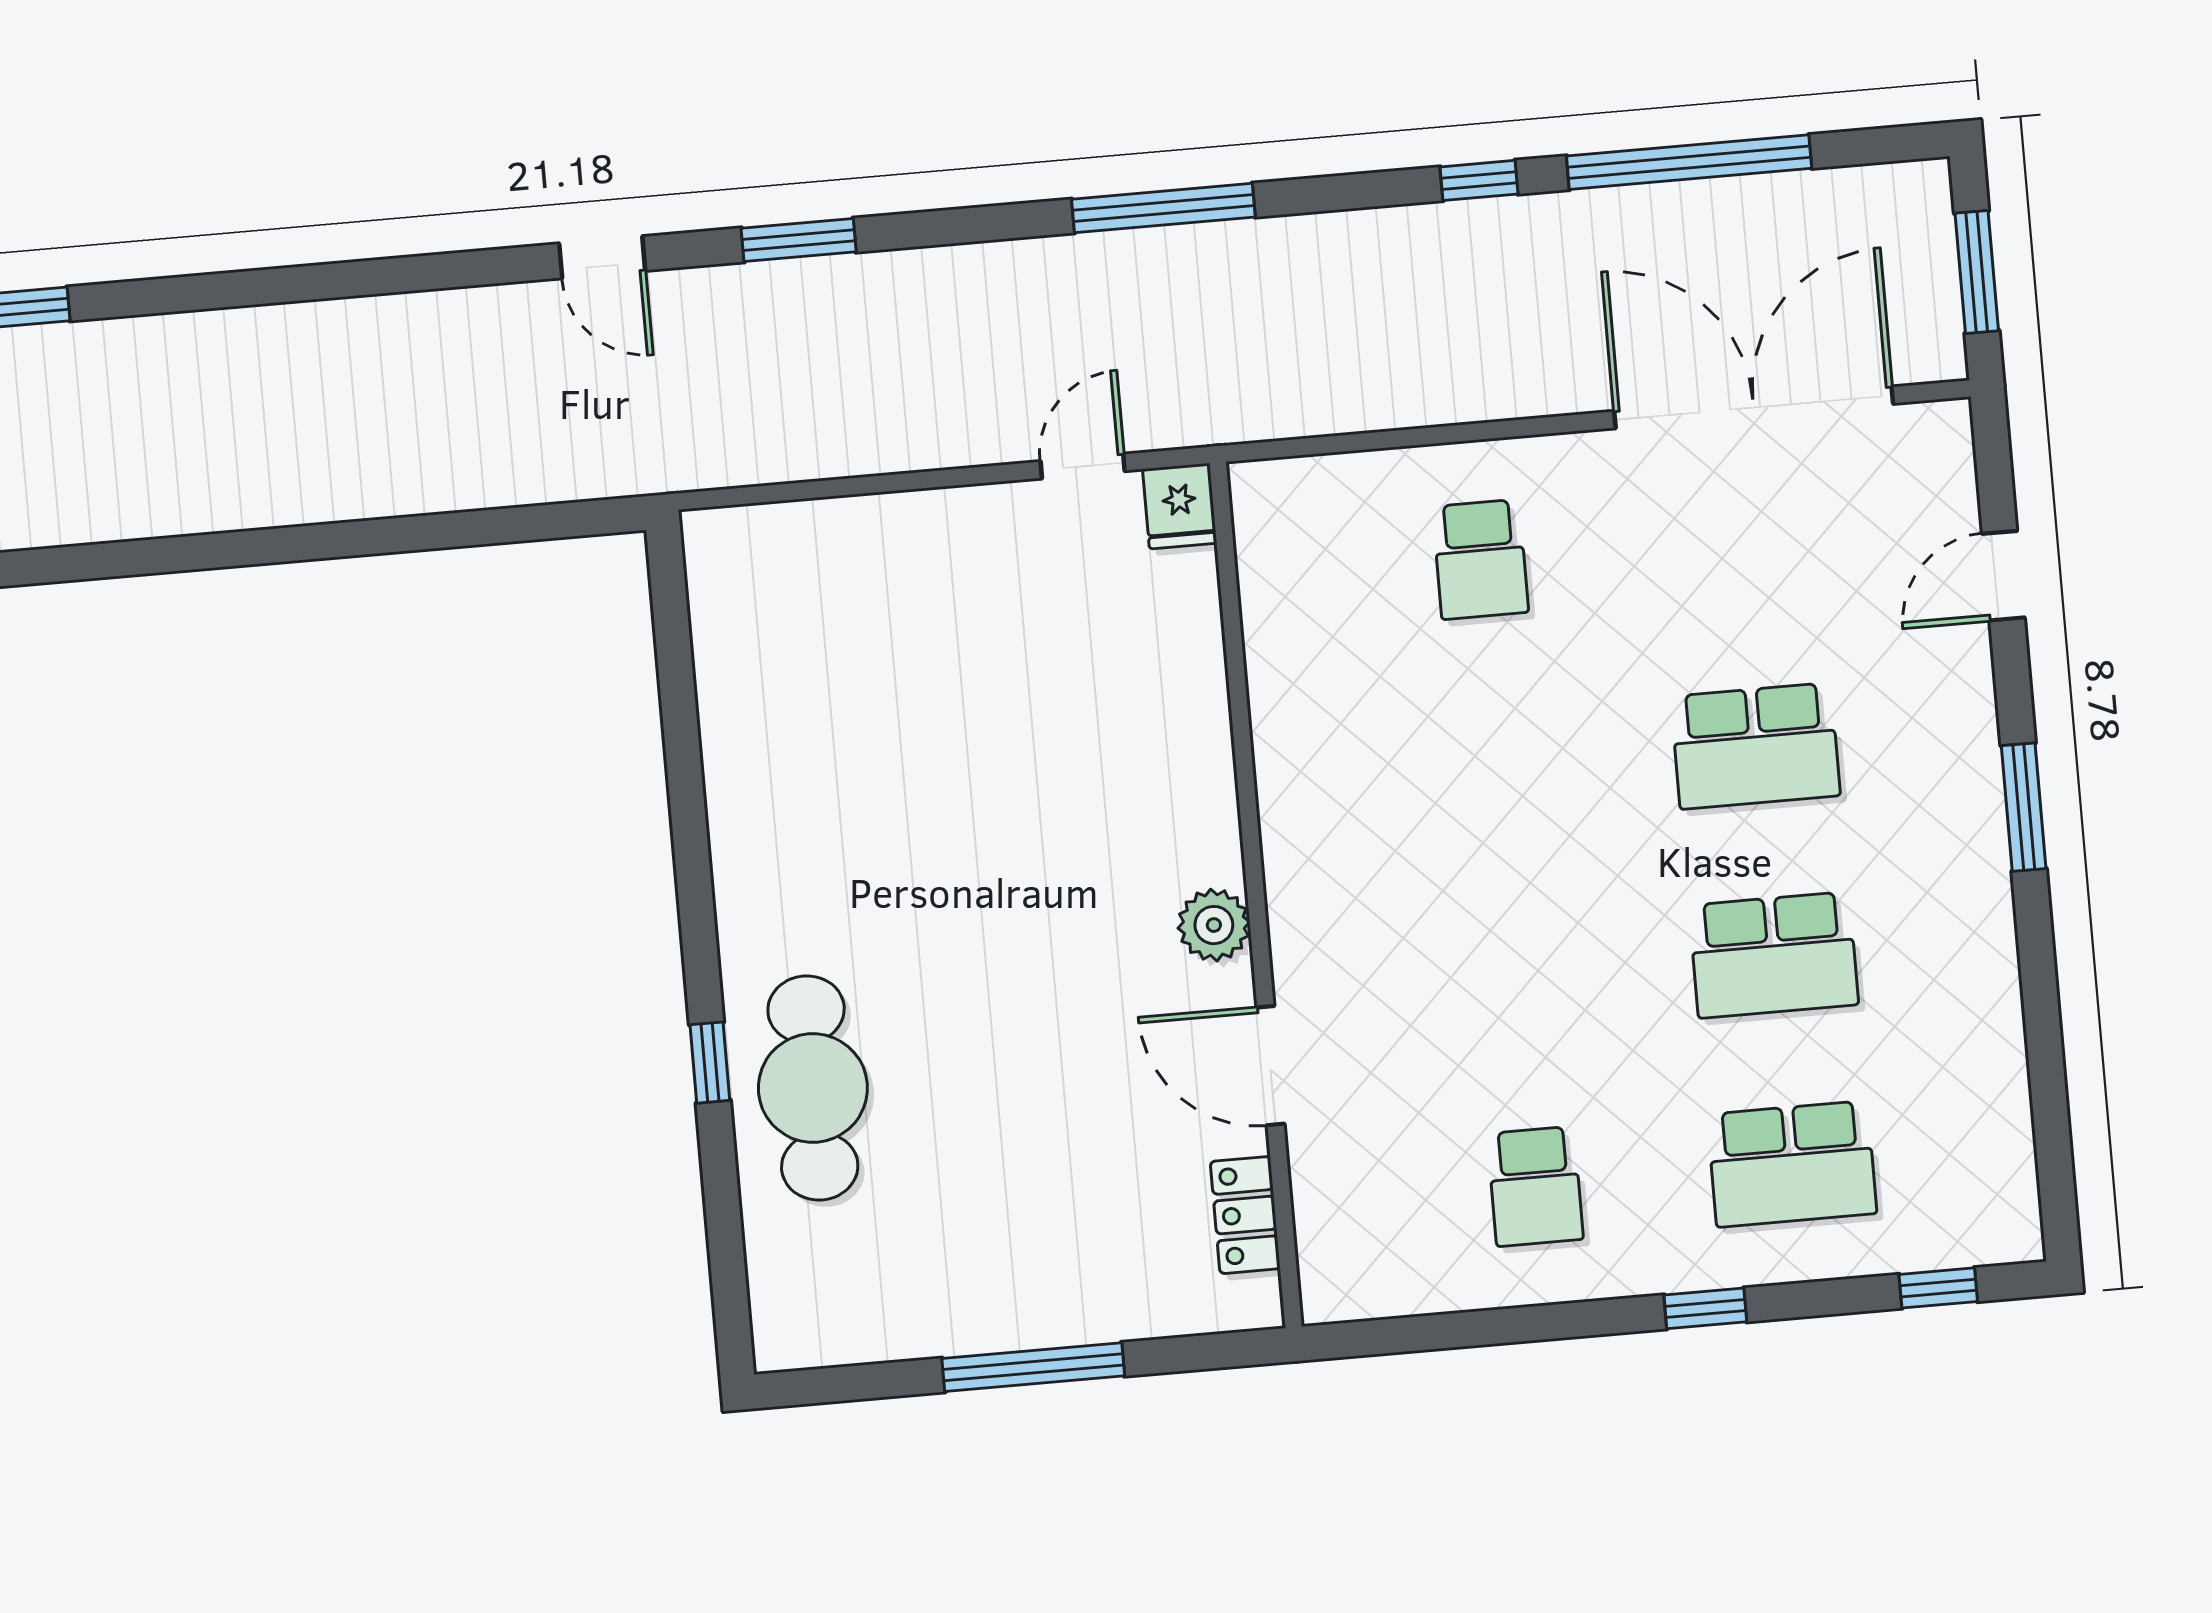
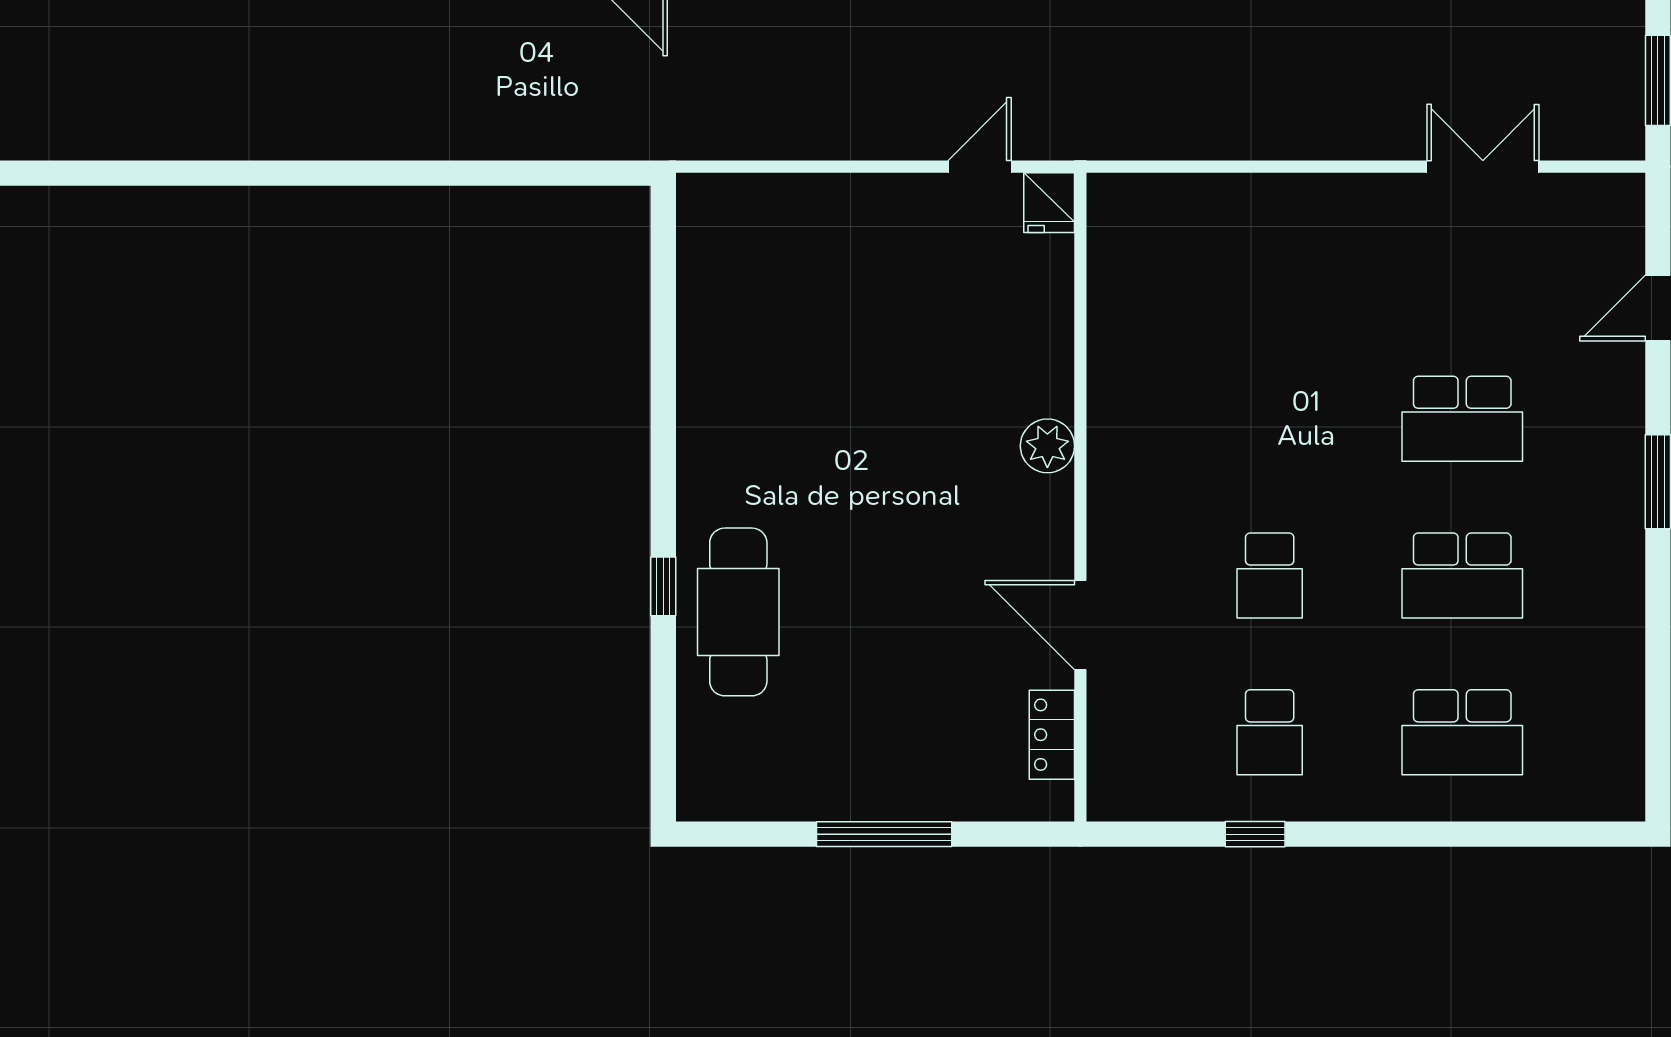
double door: (1754, 407) -> (1483, 167), width x0.54
school desk: (1480, 559) -> (1270, 575), moved
plant: (1214, 925) -> (1047, 446), moved
window: (1938, 1288) -> (1563, 834), removed
window: (1705, 1308) -> (1255, 834), moved

